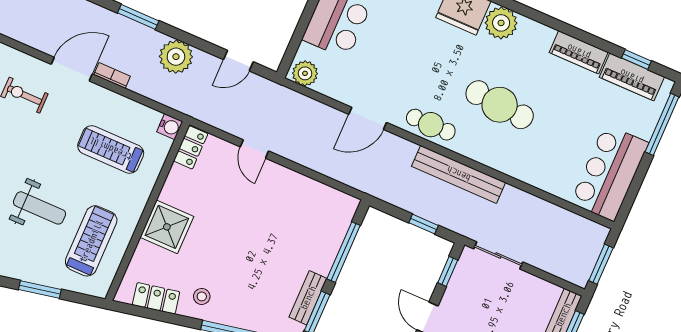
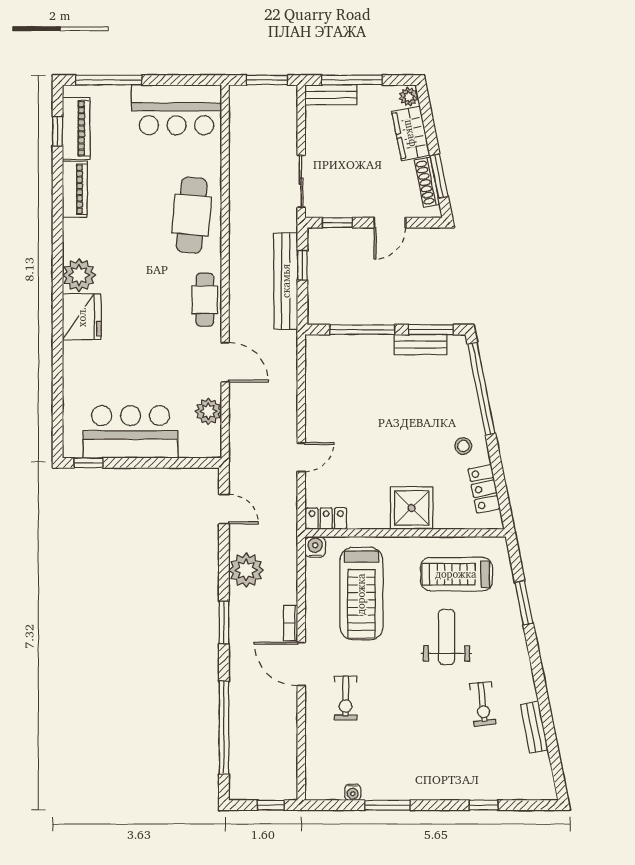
plant: (305, 73) -> (208, 411), moved
cafe table: (500, 105) -> (192, 215), moved
treadmill: (111, 149) -> (361, 594), width x1.37, depth x1.38
bench: (459, 174) -> (286, 281), moved

